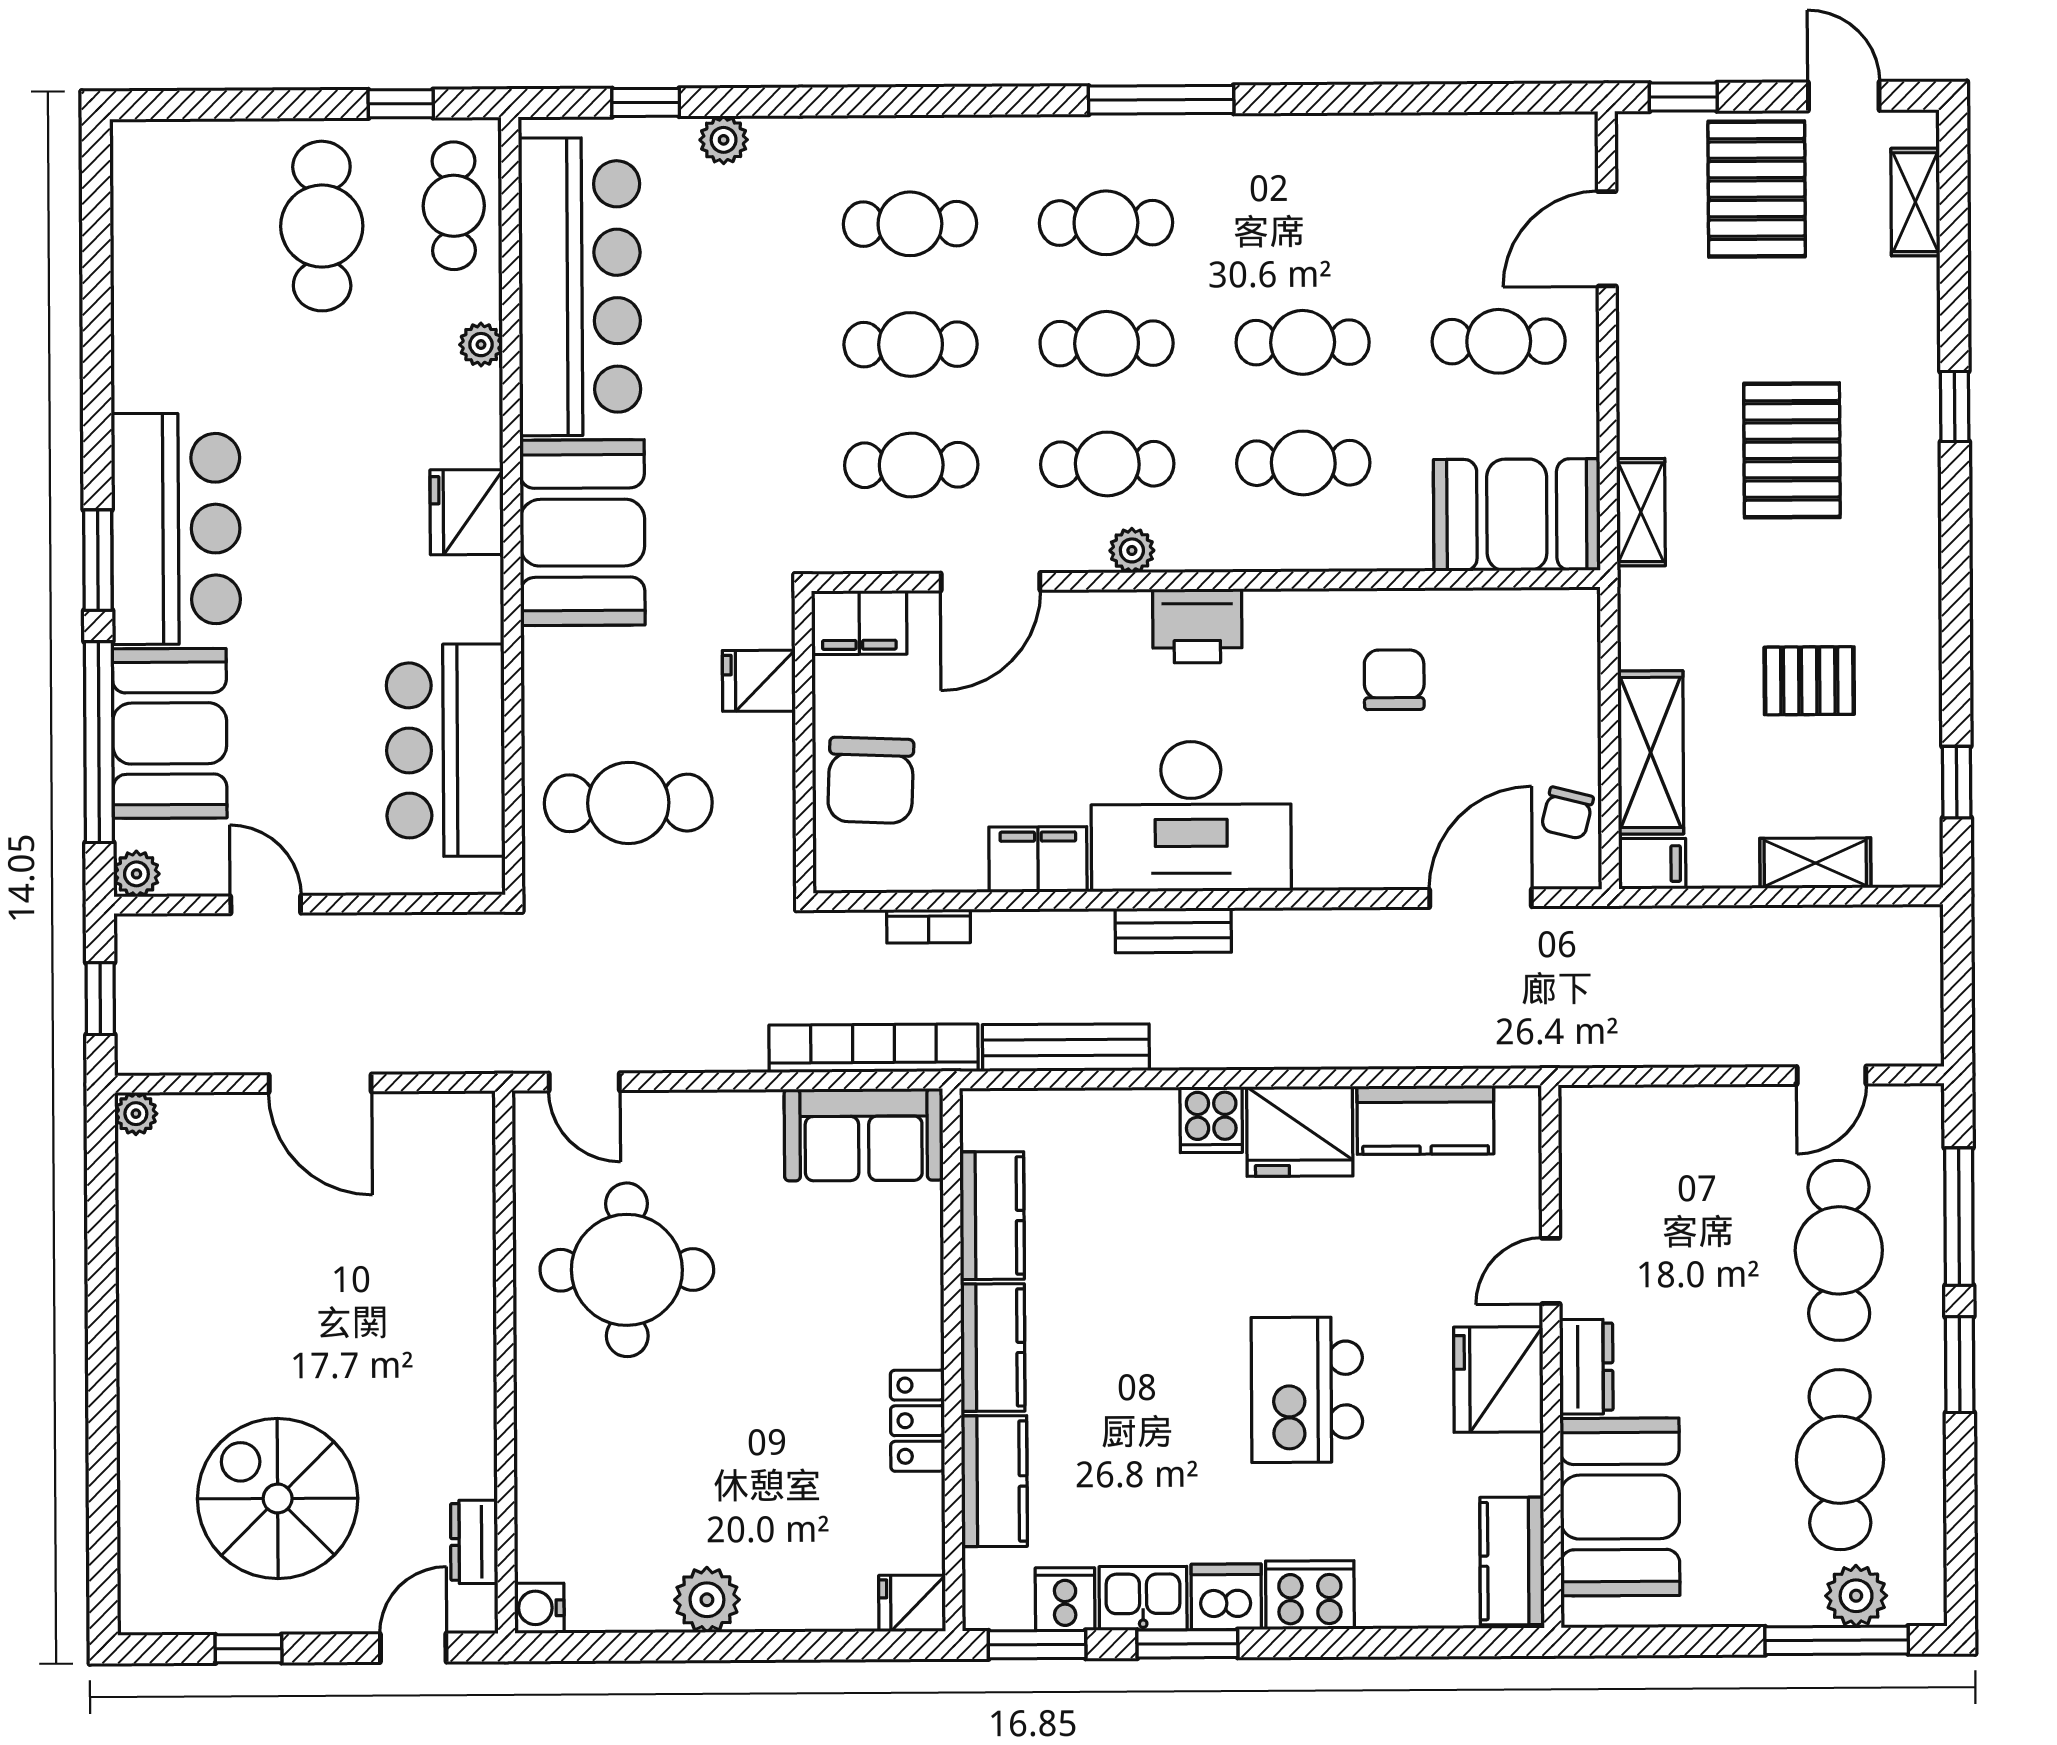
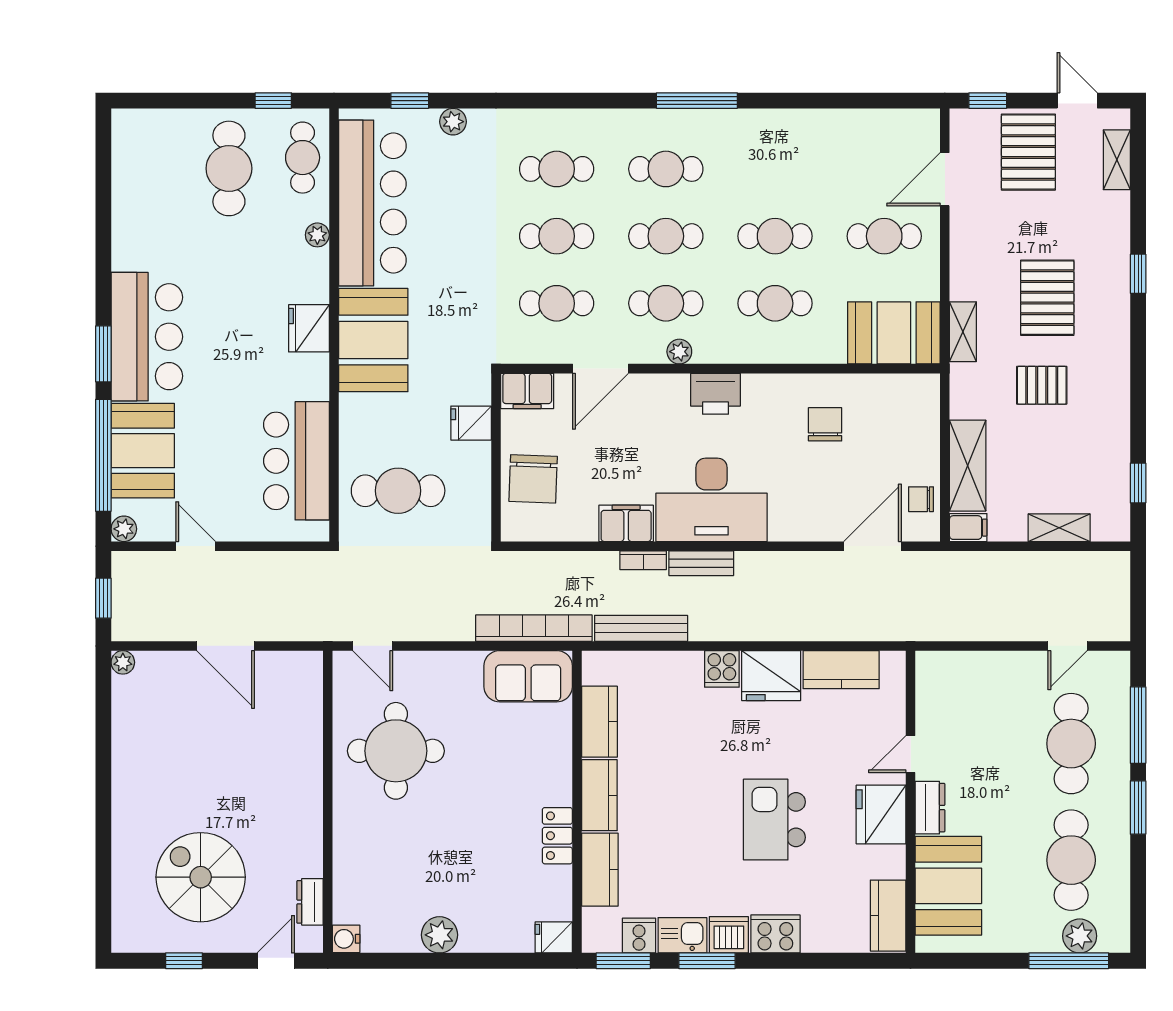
pallet: (1809, 681) -> (1042, 385), moved
chair: (1567, 813) -> (921, 499), turned 76
bookcase: (929, 926) -> (643, 560), moved

